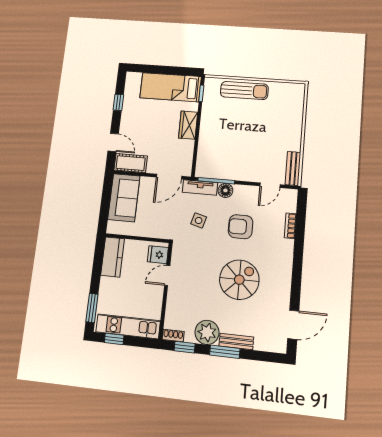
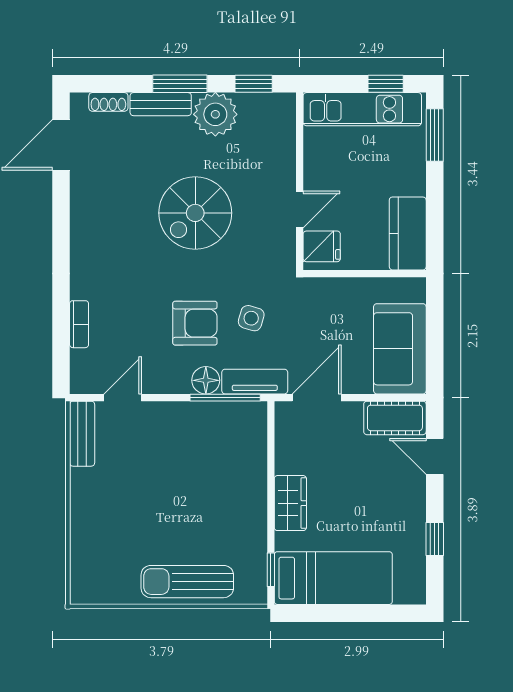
armchair: (241, 227) -> (195, 323), moved
spiral stairs: (239, 280) -> (195, 213), moved
shoe rack: (173, 336) -> (108, 102), moved

